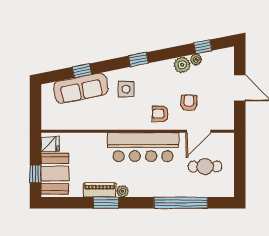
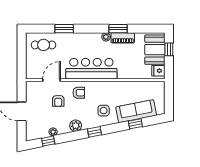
plant: (182, 65) -> (76, 126), moved
cafe table: (205, 167) -> (44, 45), moved
window: (181, 203) -> (64, 29), width x0.47

